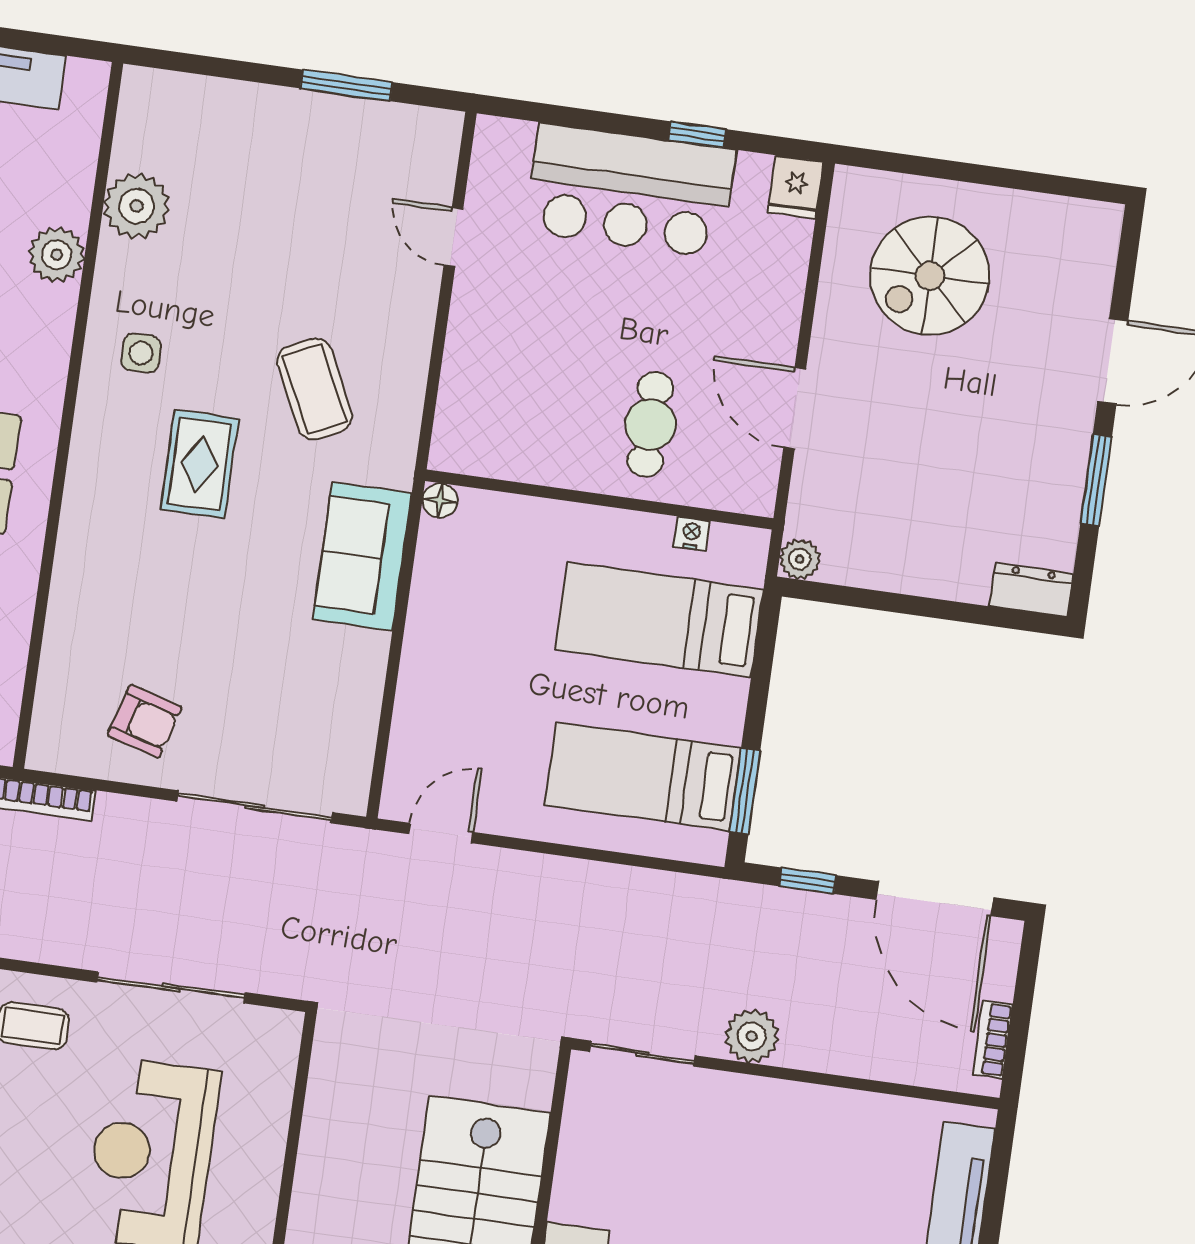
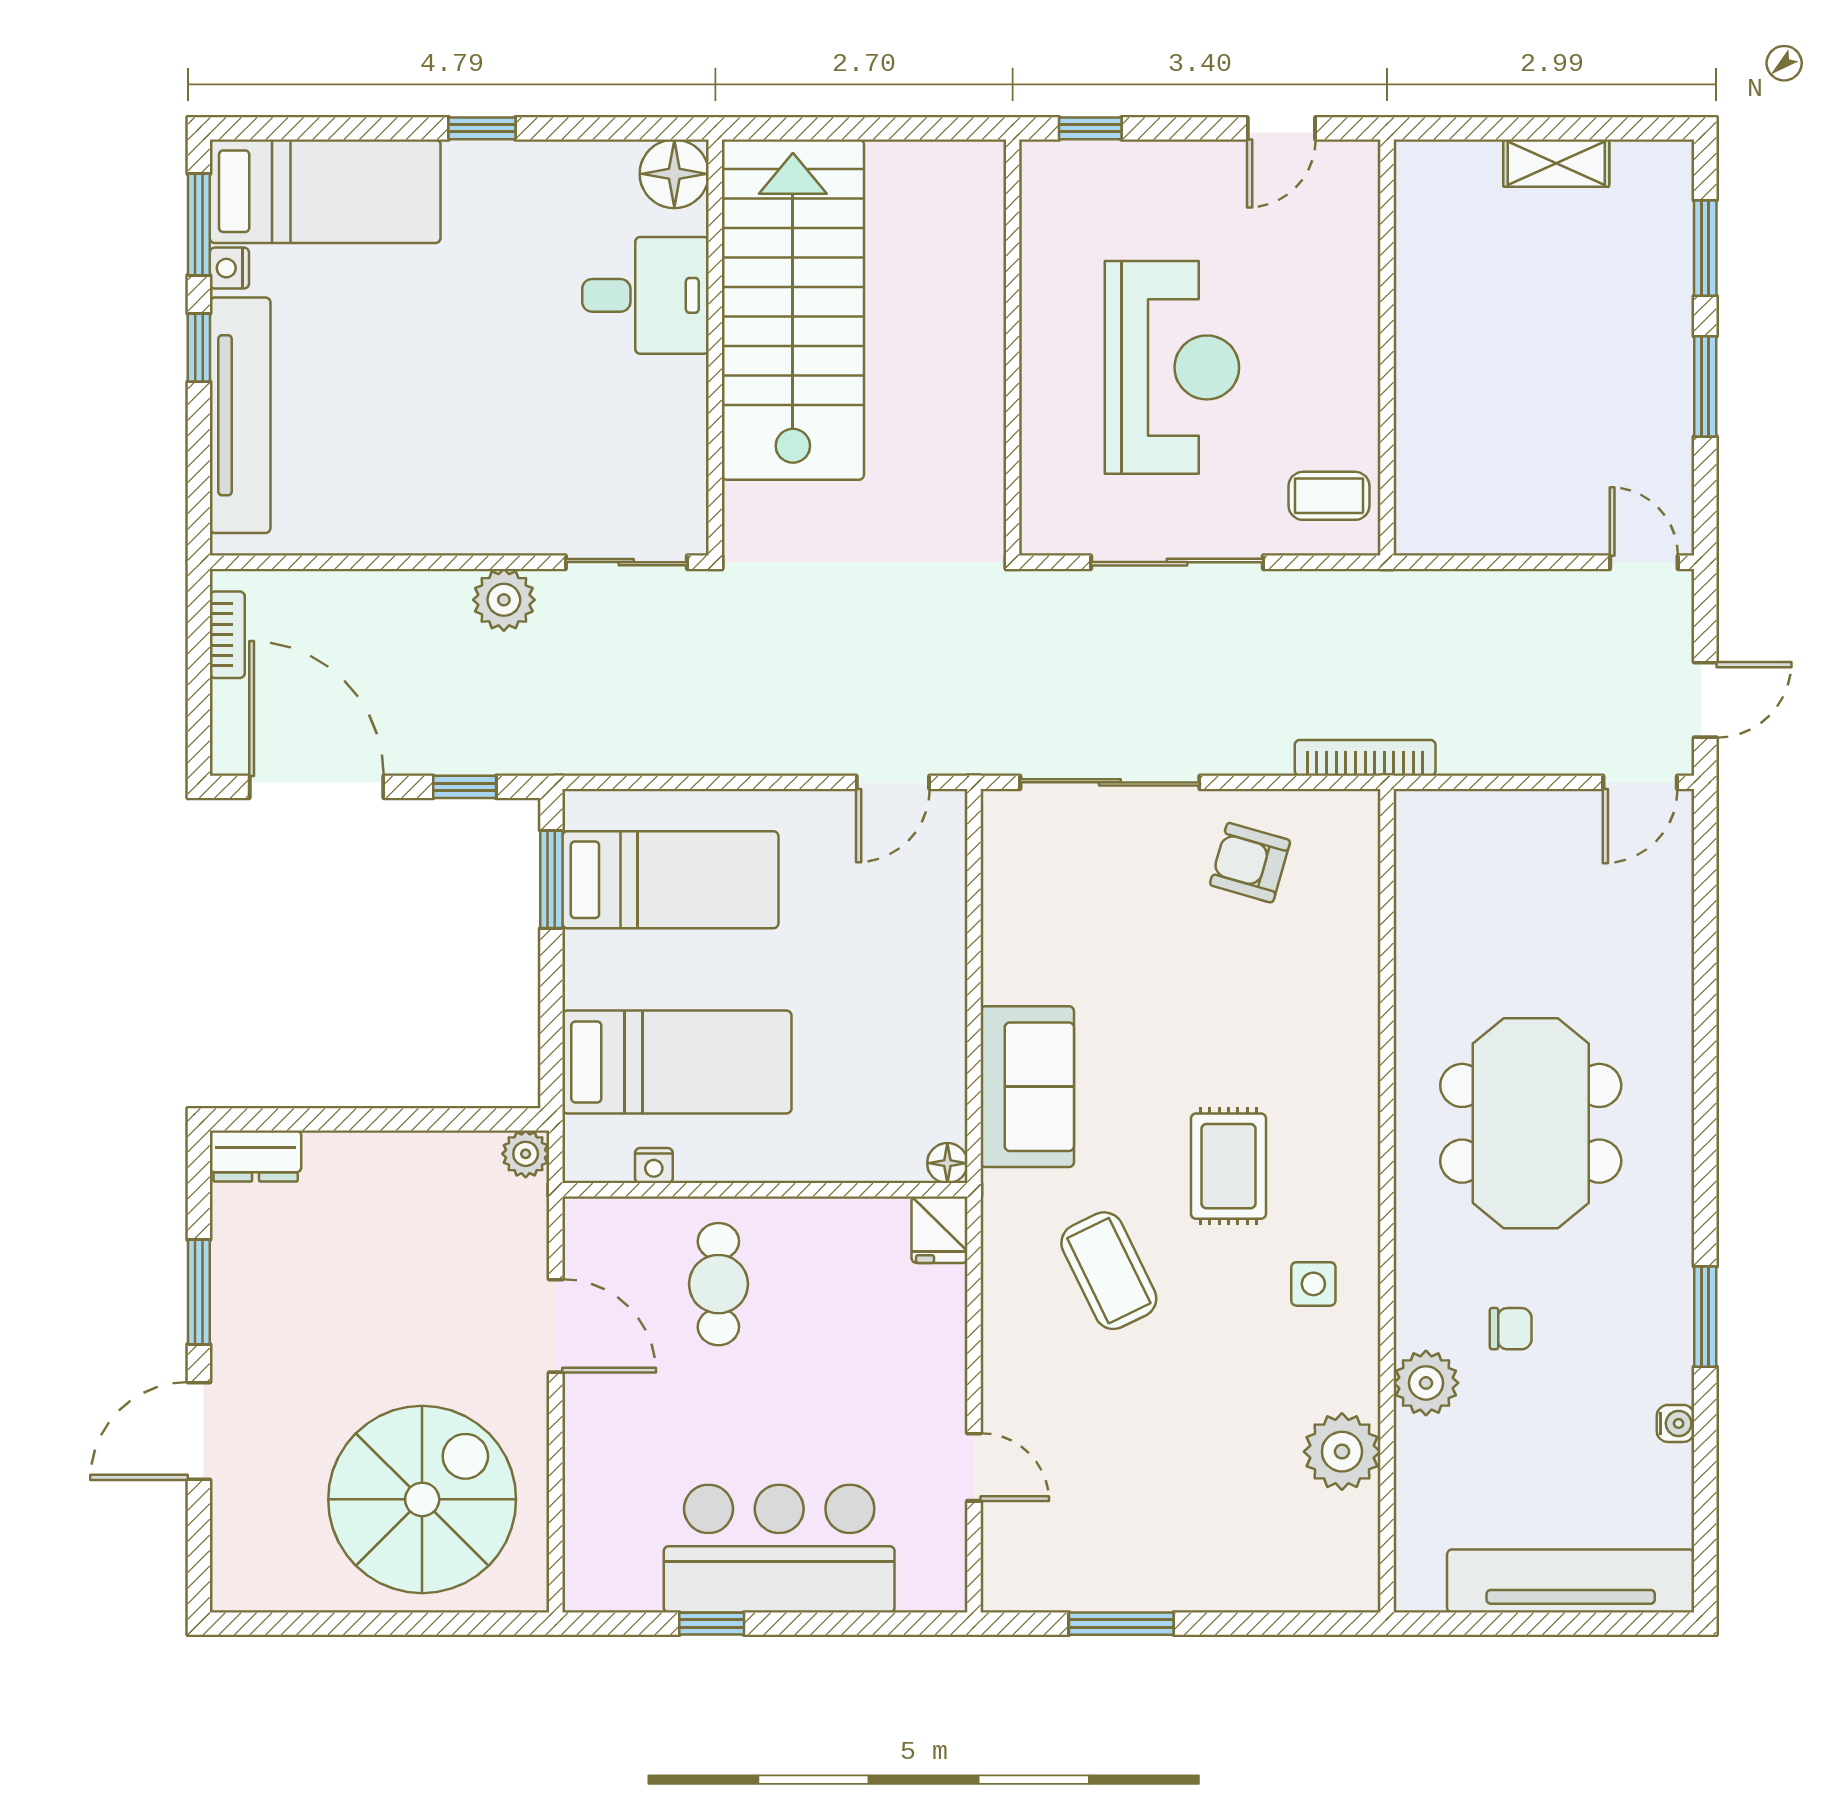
fridge: (796, 187) -> (940, 1230), moved, turned 180
spiral stairs: (930, 276) -> (422, 1499), width x1.37, depth x1.37

